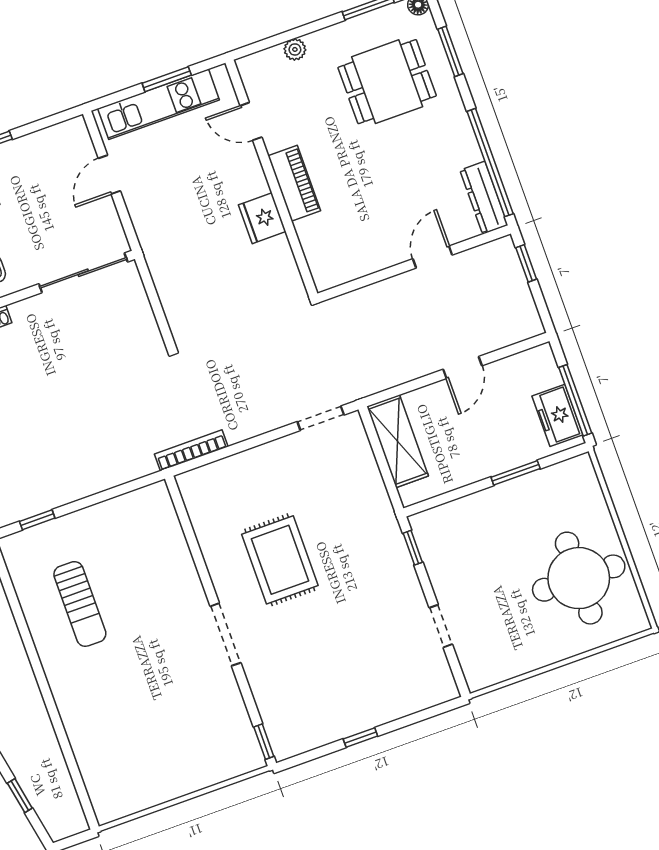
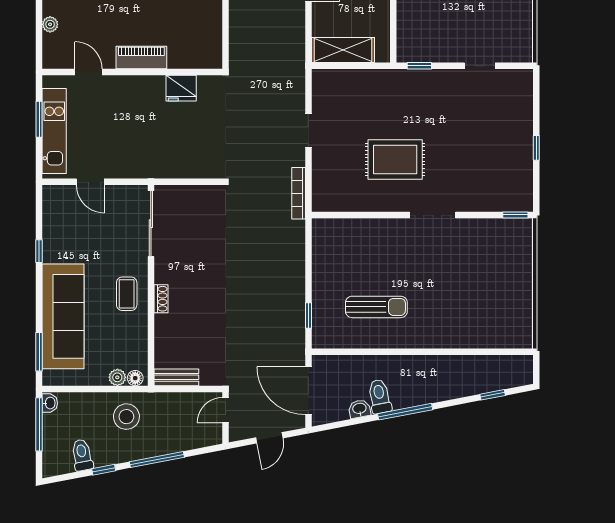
door: (251, 121) -> (89, 72), swing flipped
fridge: (262, 218) -> (181, 88), moved
doorway: (321, 418) -> (308, 130), moved

